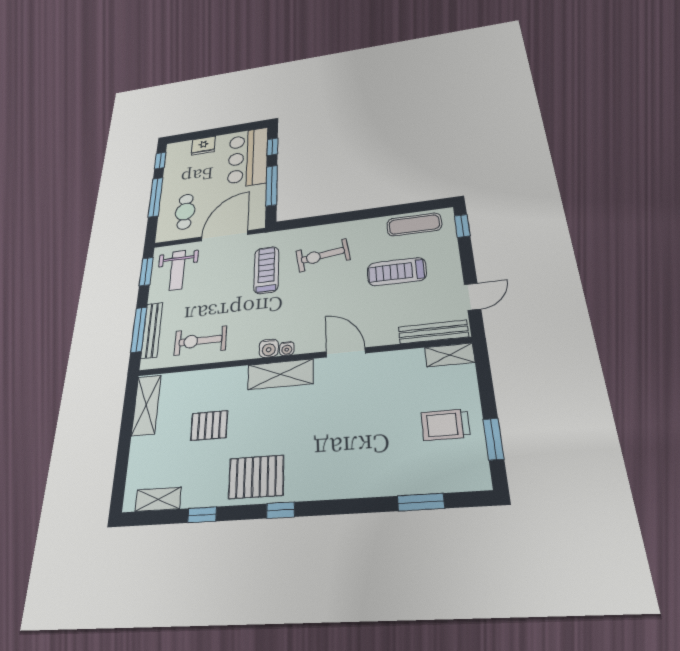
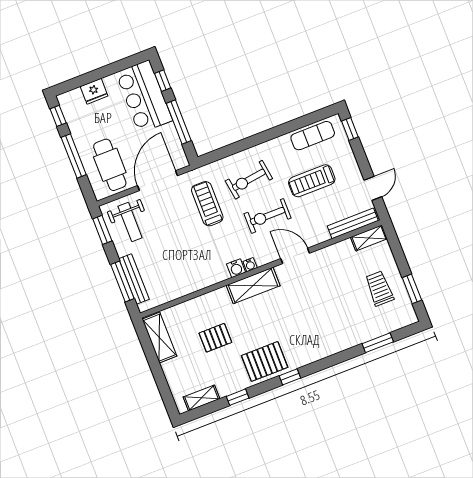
cafe table: (185, 212) -> (110, 165), width x1.37, depth x1.35
exercise bike: (200, 341) -> (268, 216), moved
trolley: (445, 425) -> (379, 288), turned 90

